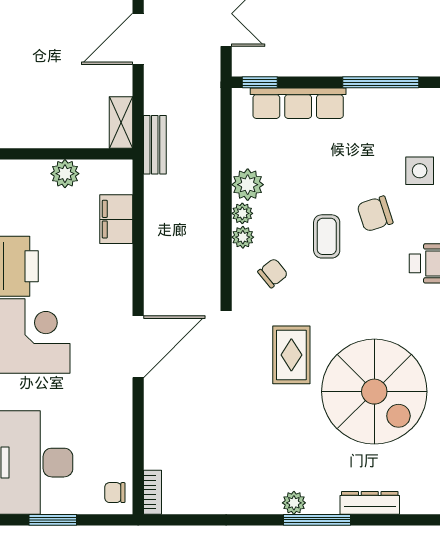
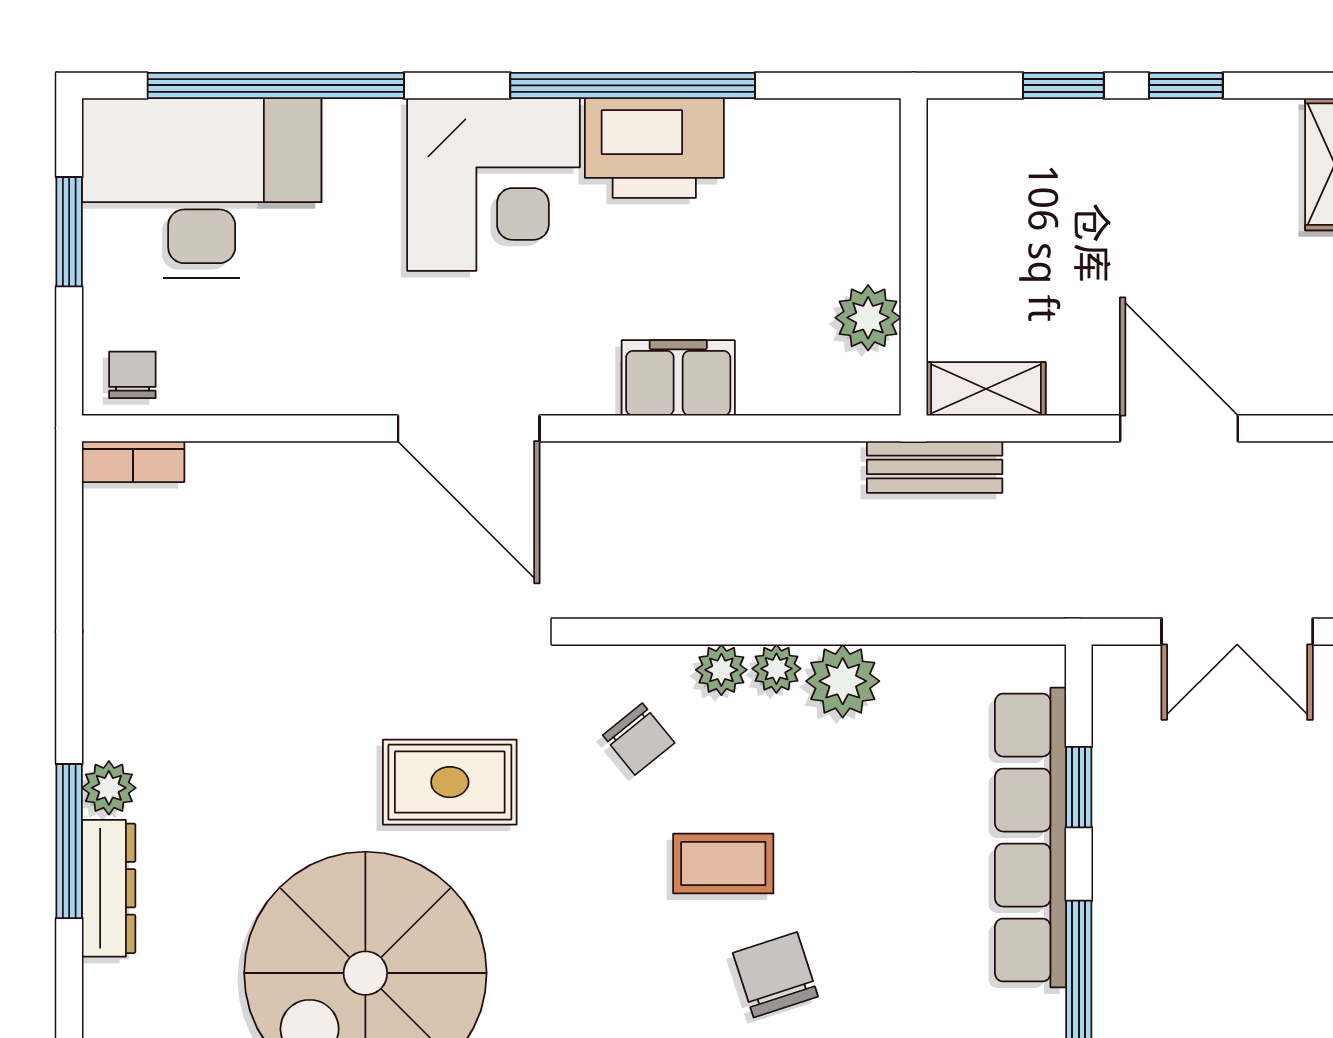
window: (260, 82) -> (1079, 787), moved
row of seats: (298, 103) -> (1031, 838), width x1.36
plant: (65, 174) -> (868, 318), moved
filing cabinet: (116, 219) -> (678, 378), moved
dresser: (370, 503) -> (109, 888), moved

